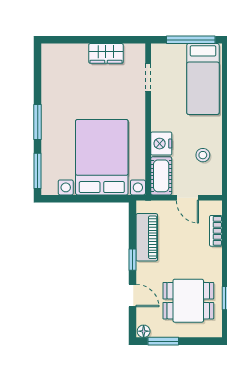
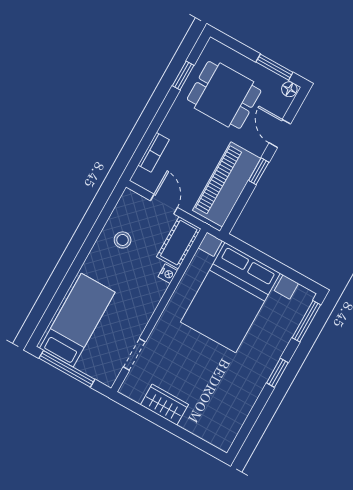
window: (38, 122) -> (277, 373), width x0.67
nightstand: (161, 144) -> (168, 274), width x0.53, depth x0.56
piano: (147, 237) -> (227, 184), width x1.37, depth x1.33

